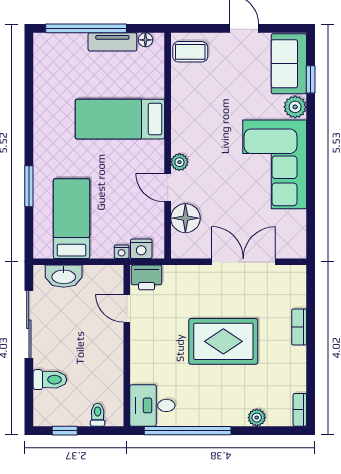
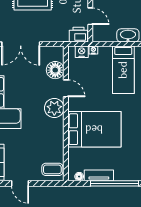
bed: (120, 119) -> (94, 129), width x1.50
plant: (179, 162) -> (54, 108), width x1.87, depth x1.87

